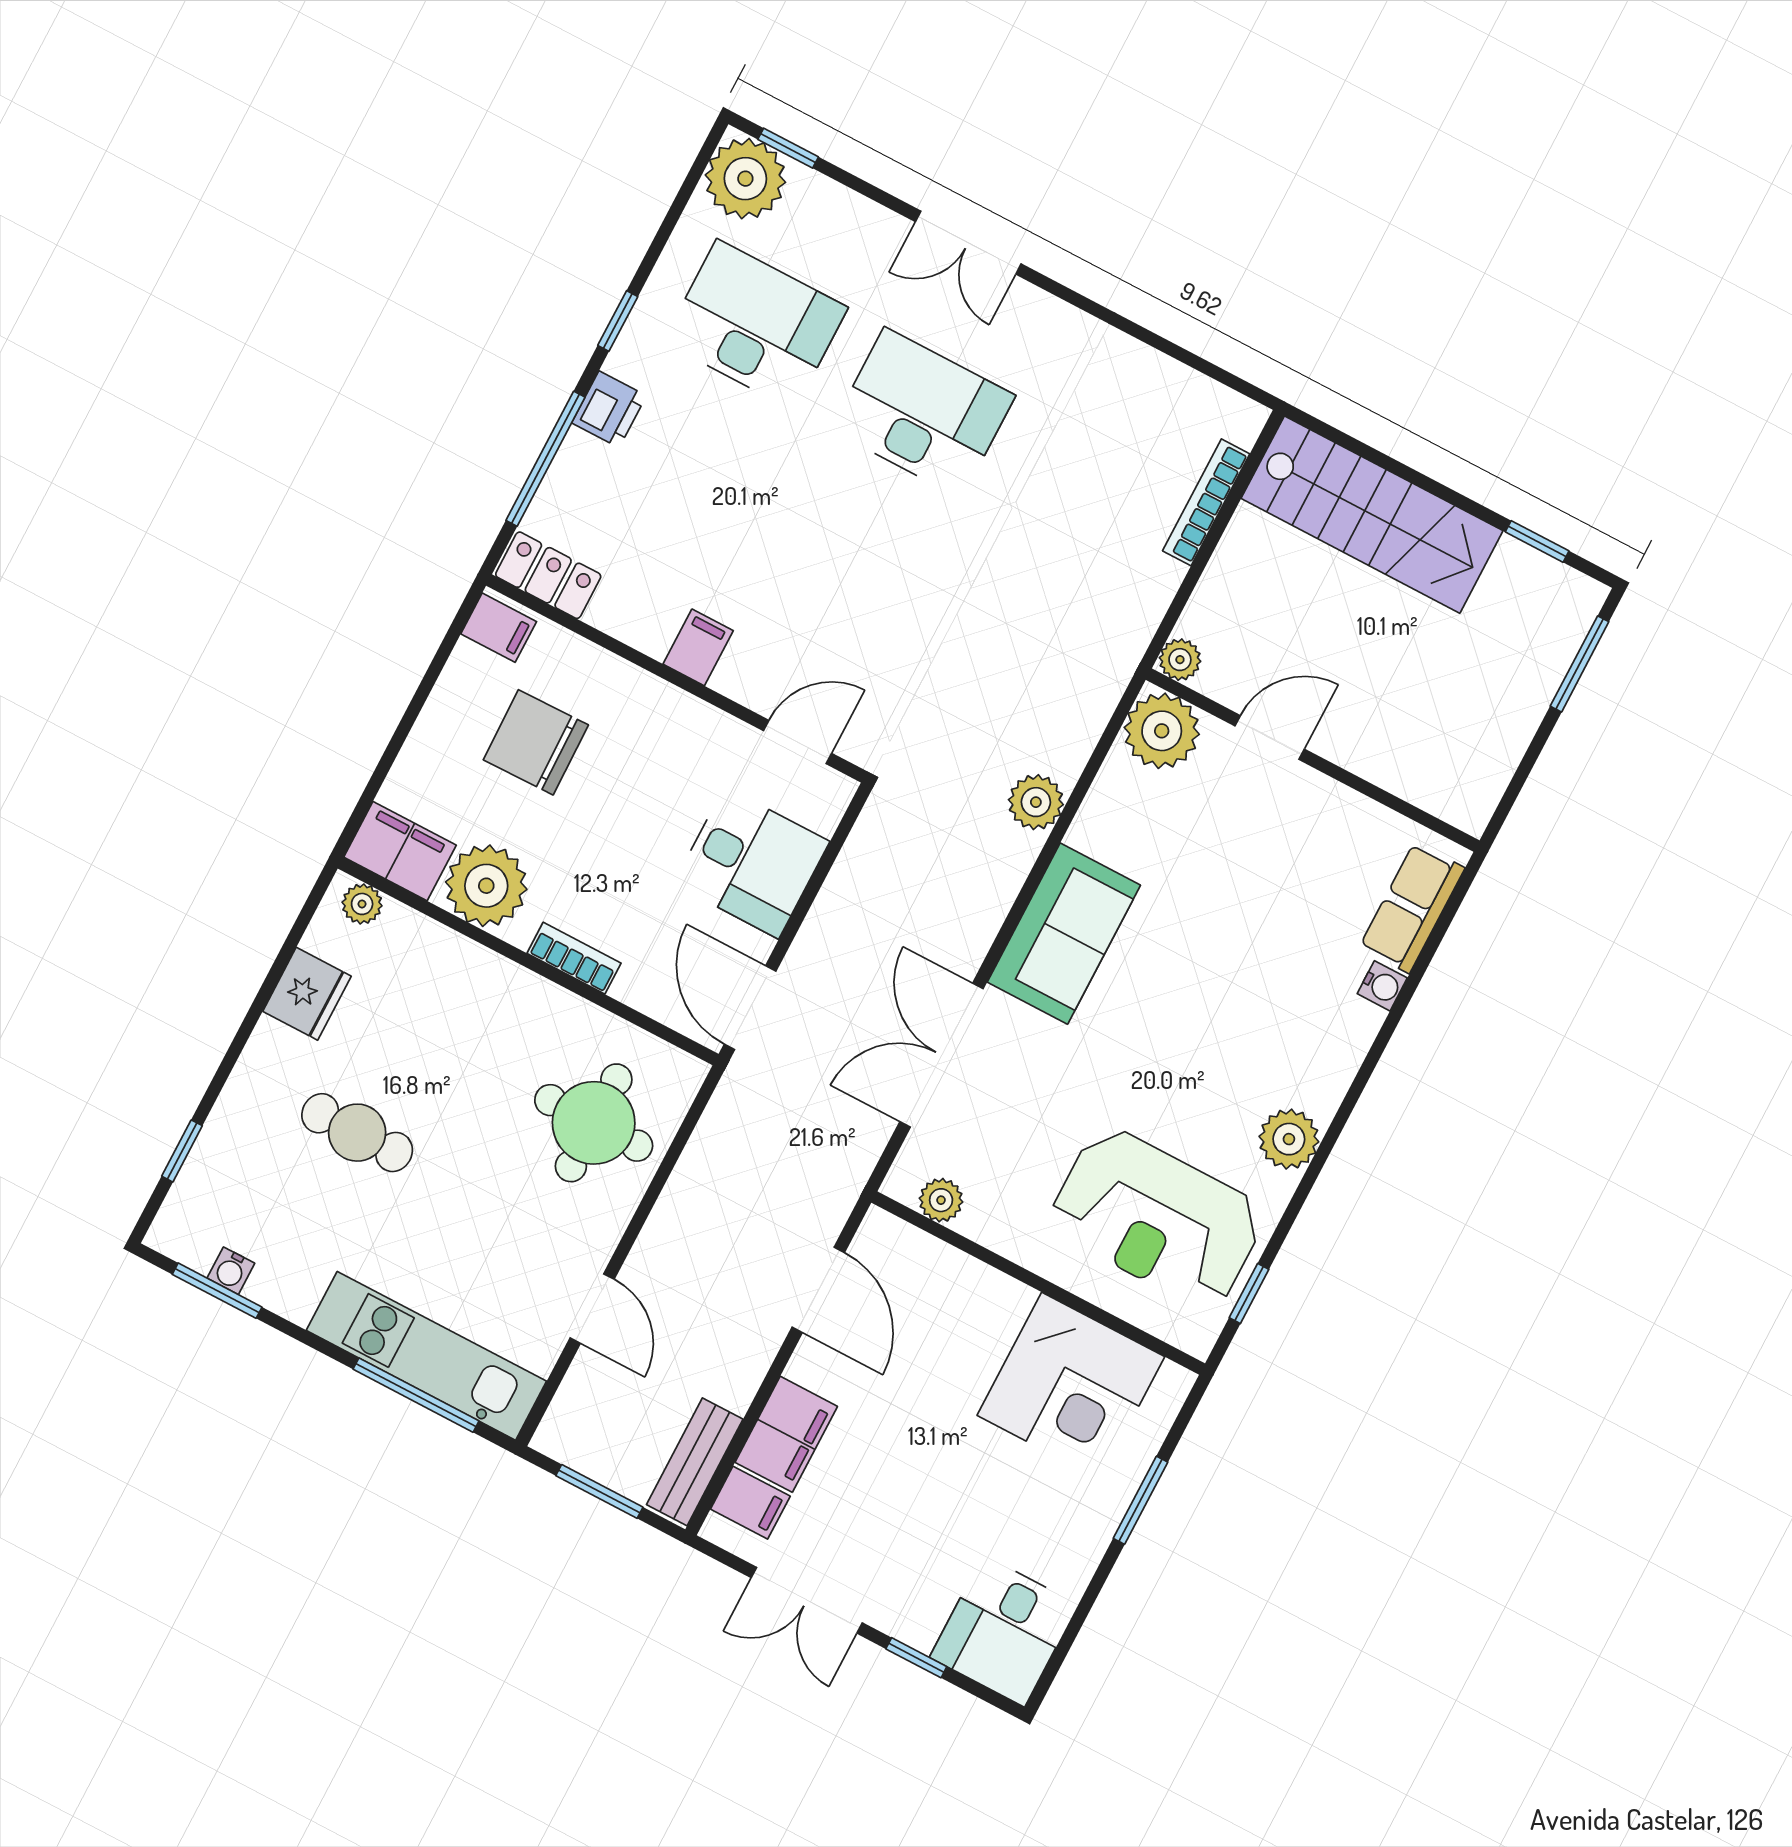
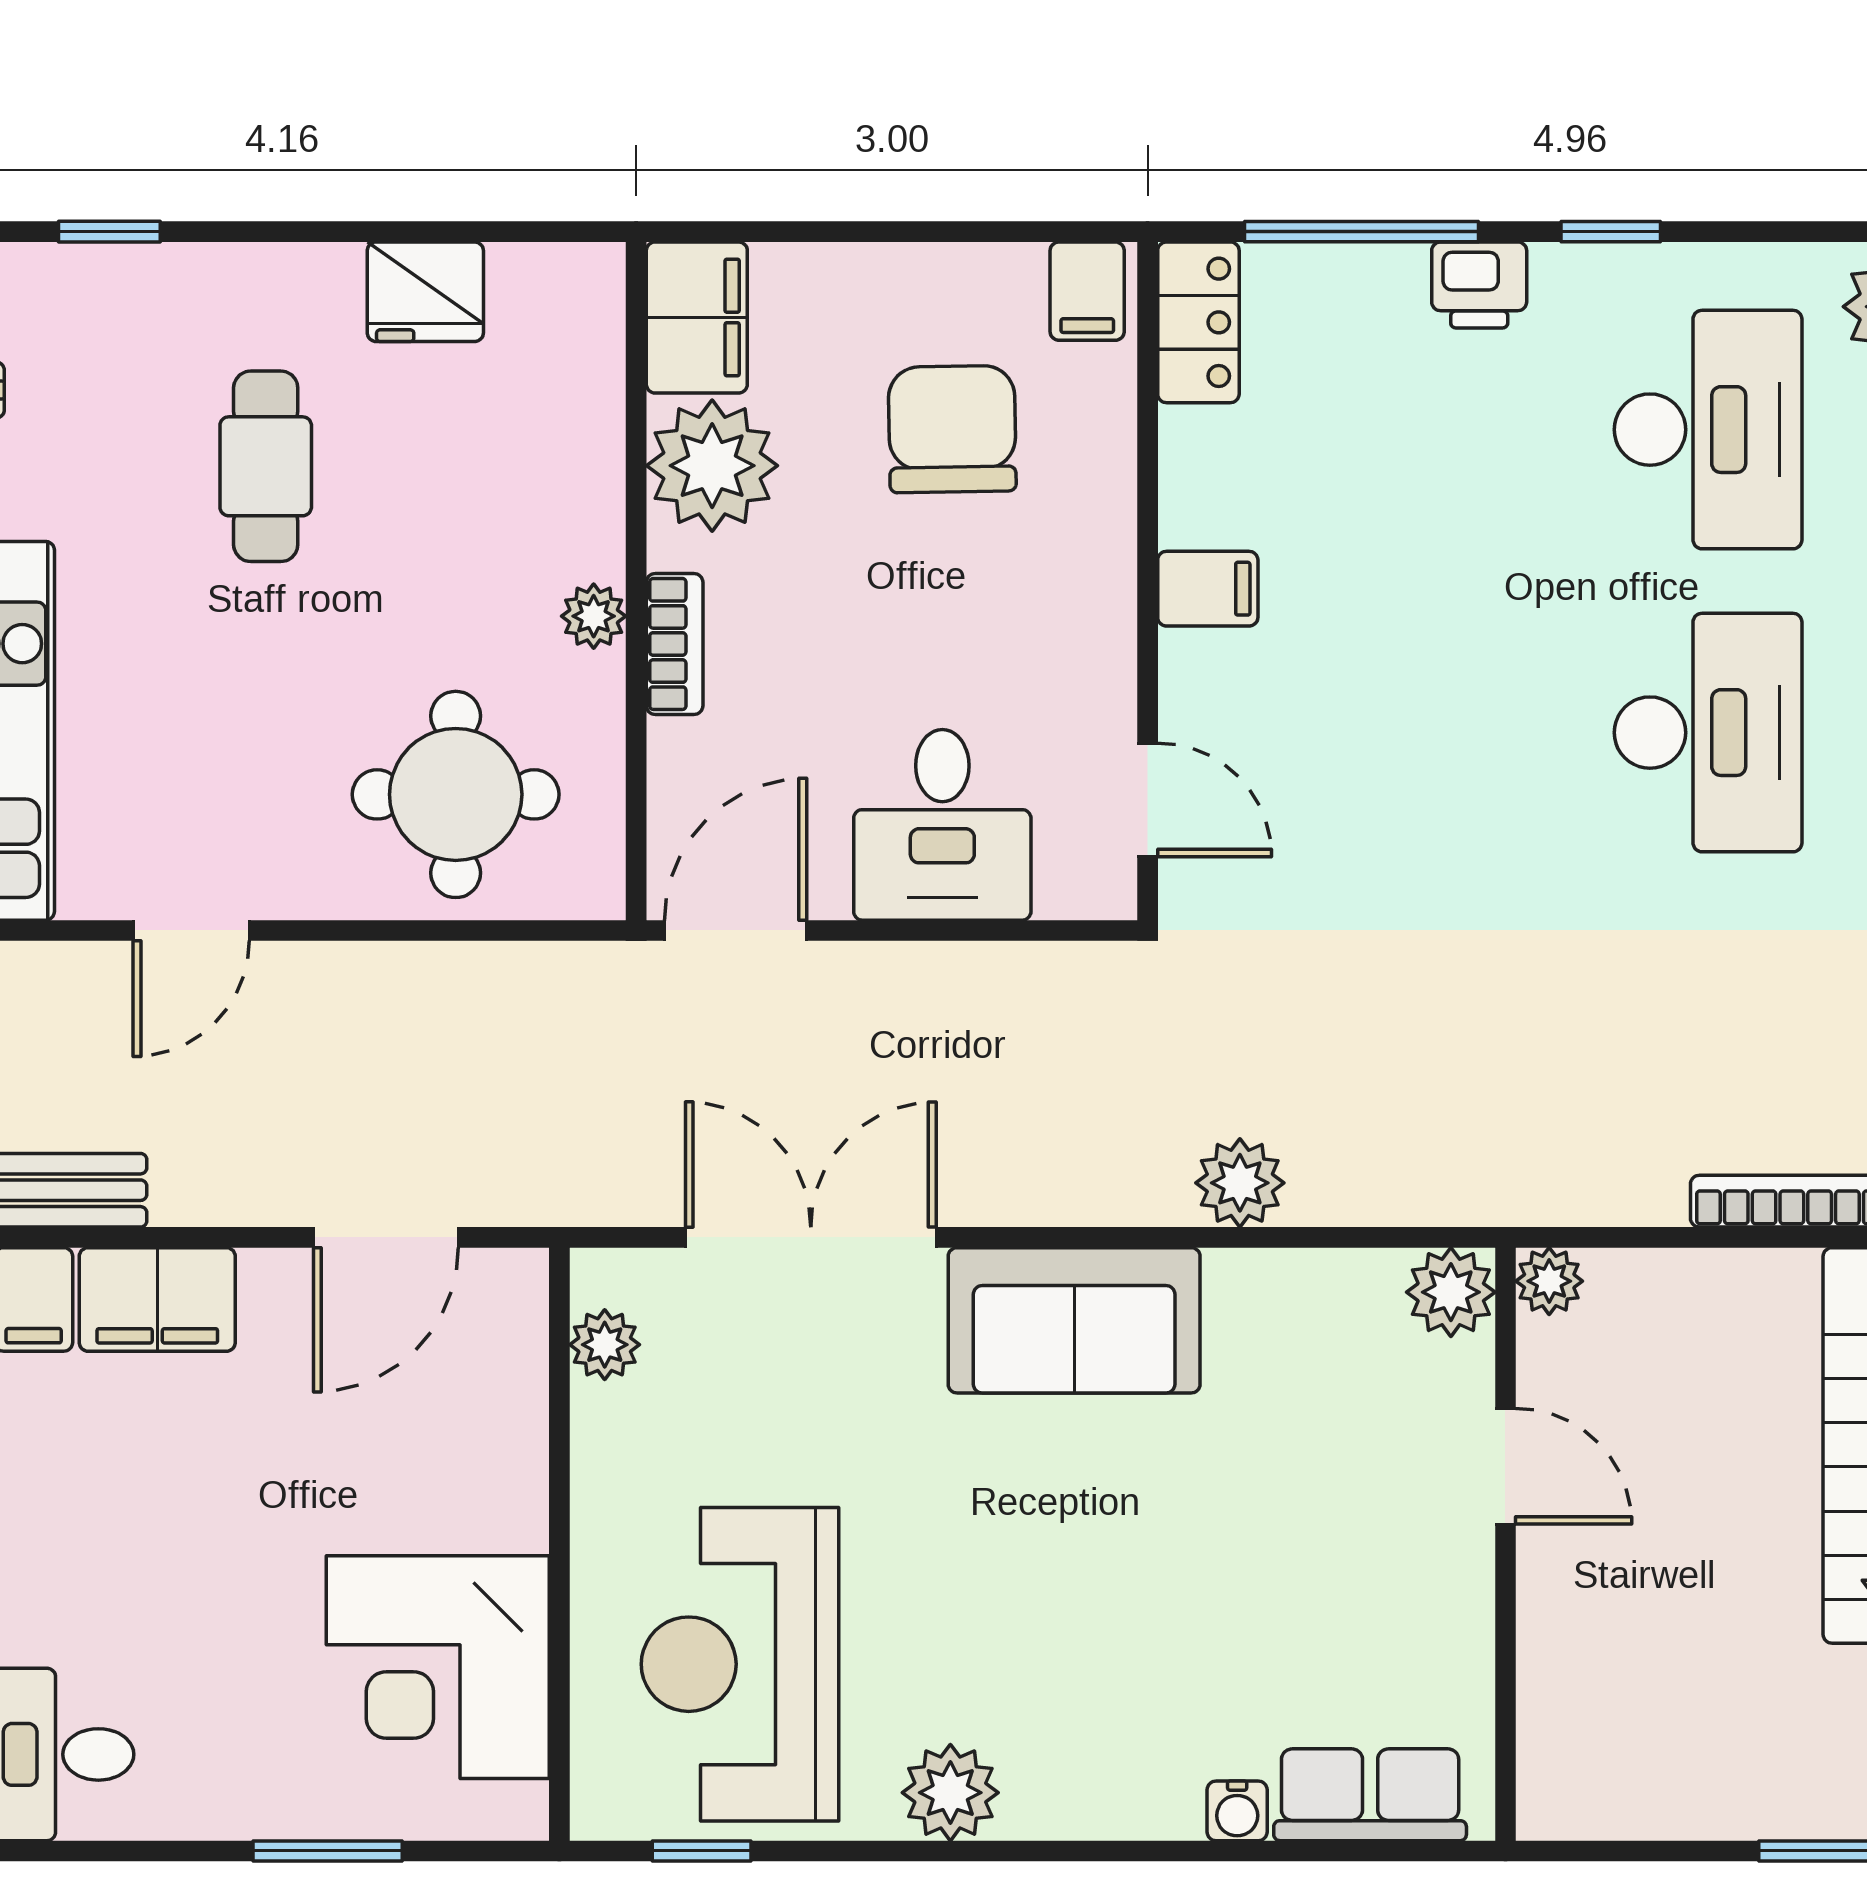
plant: (1162, 731) -> (1451, 1292), width x0.73, depth x0.73
plant: (362, 904) -> (594, 616), moved

